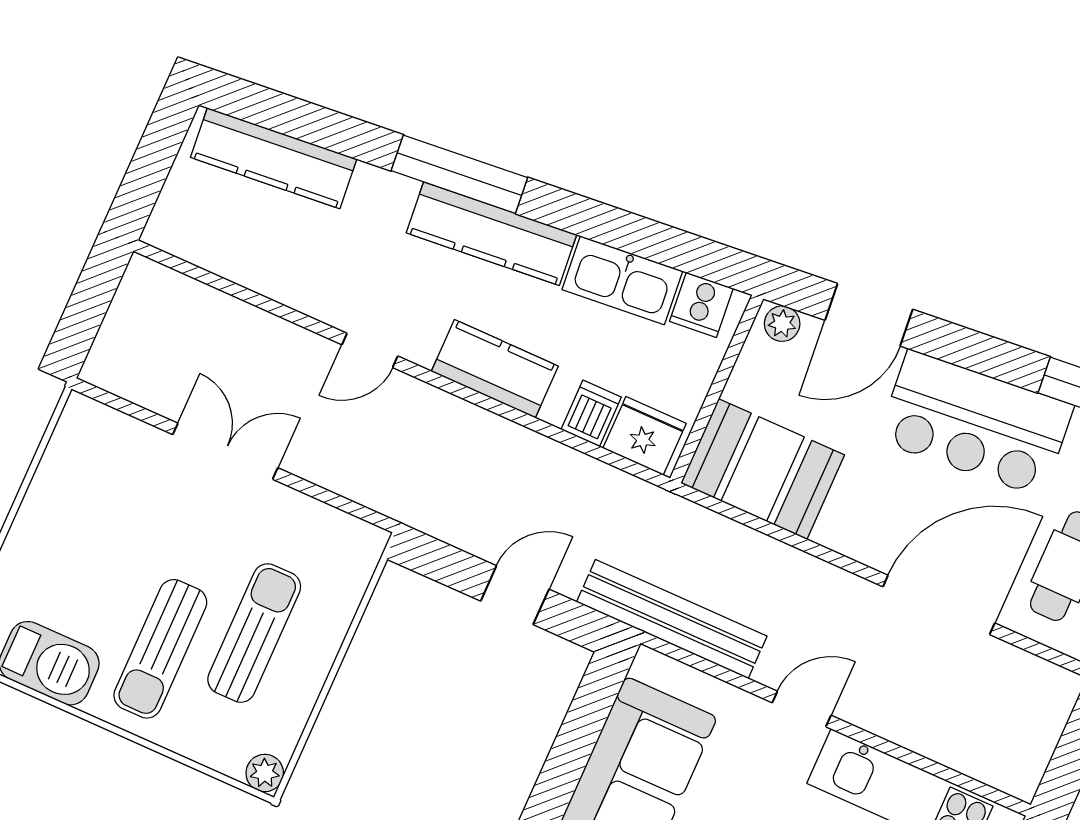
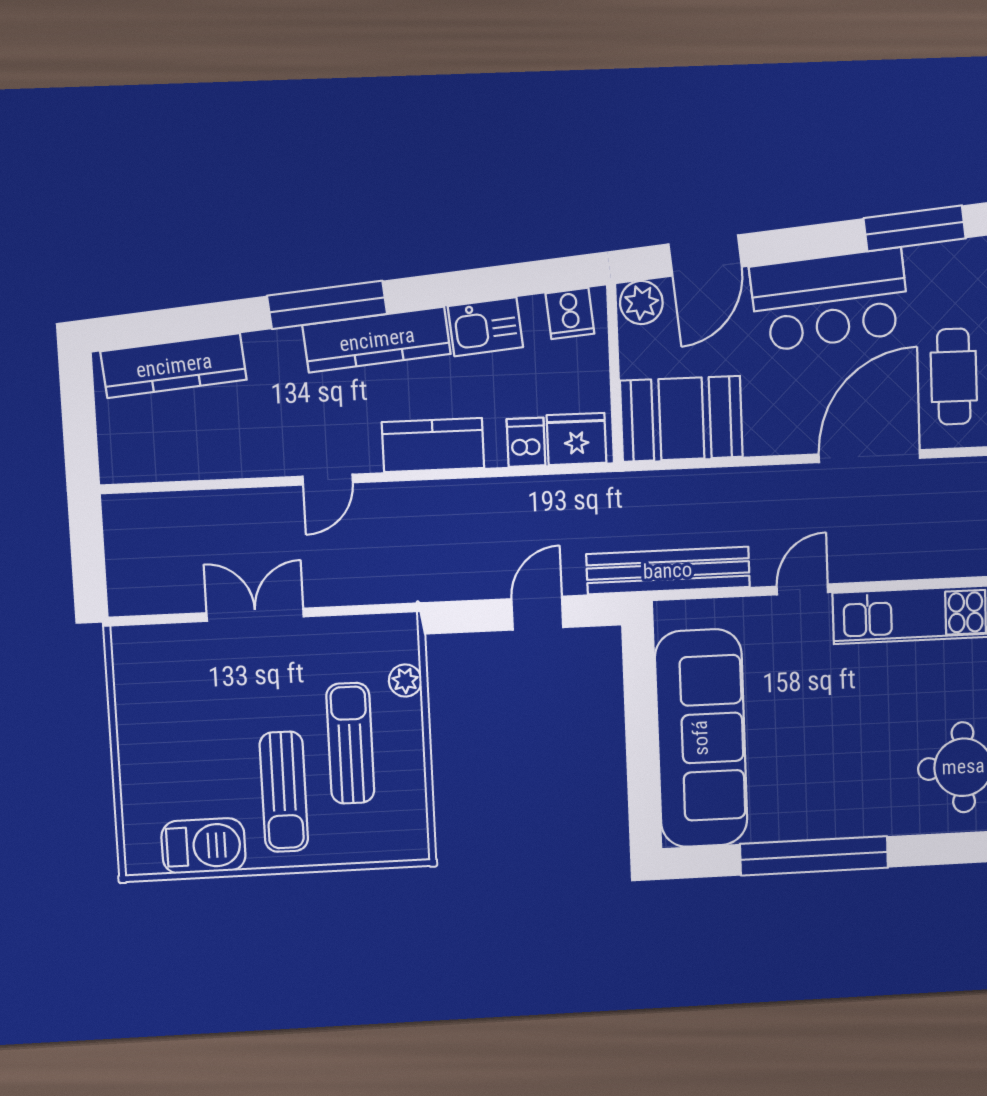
kitchen sink: (622, 280) -> (485, 327), width x0.73
plant: (782, 324) -> (641, 303), width x1.38, depth x1.38
plant: (265, 773) -> (405, 681), moved

